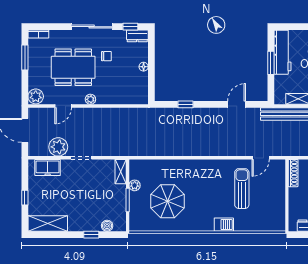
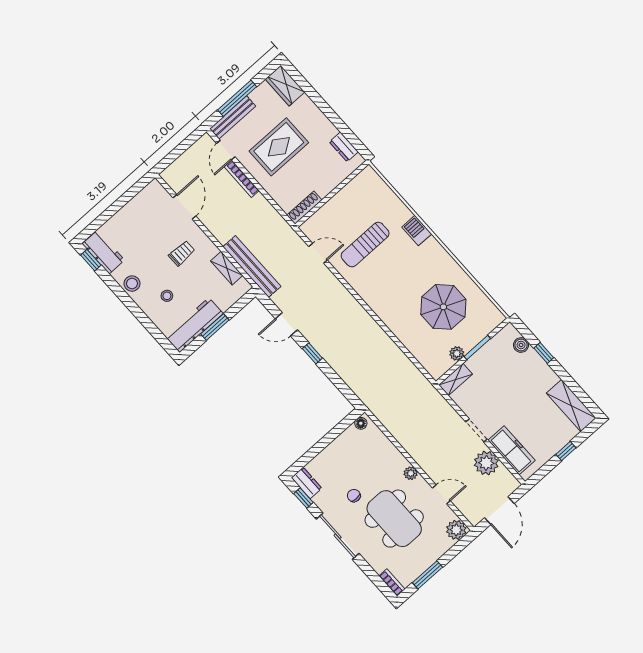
floor lamp: (144, 67) -> (361, 423), moved
window: (185, 104) -> (312, 353), moved
freezer: (48, 168) -> (512, 450), width x1.40

